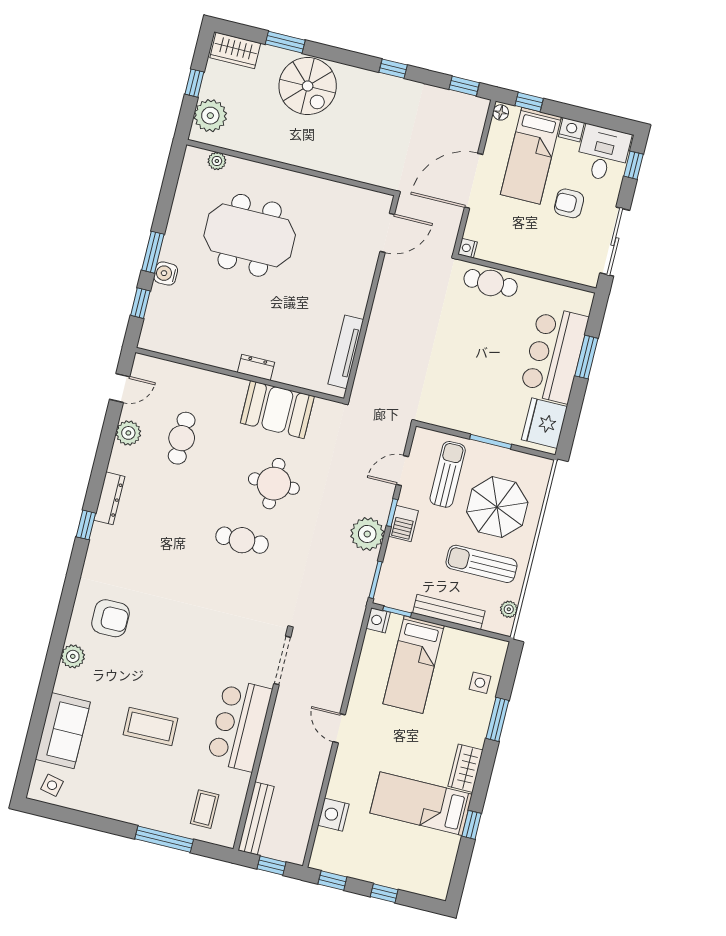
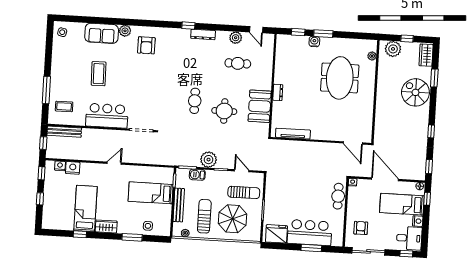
spiral stairs: (308, 86) -> (415, 92), turned 90
armchair: (569, 203) -> (361, 228), moved
barbecue: (403, 524) -> (197, 175), moved
nightstand: (378, 620) -> (60, 166), moved
sofa: (63, 731) -> (102, 33), moved

